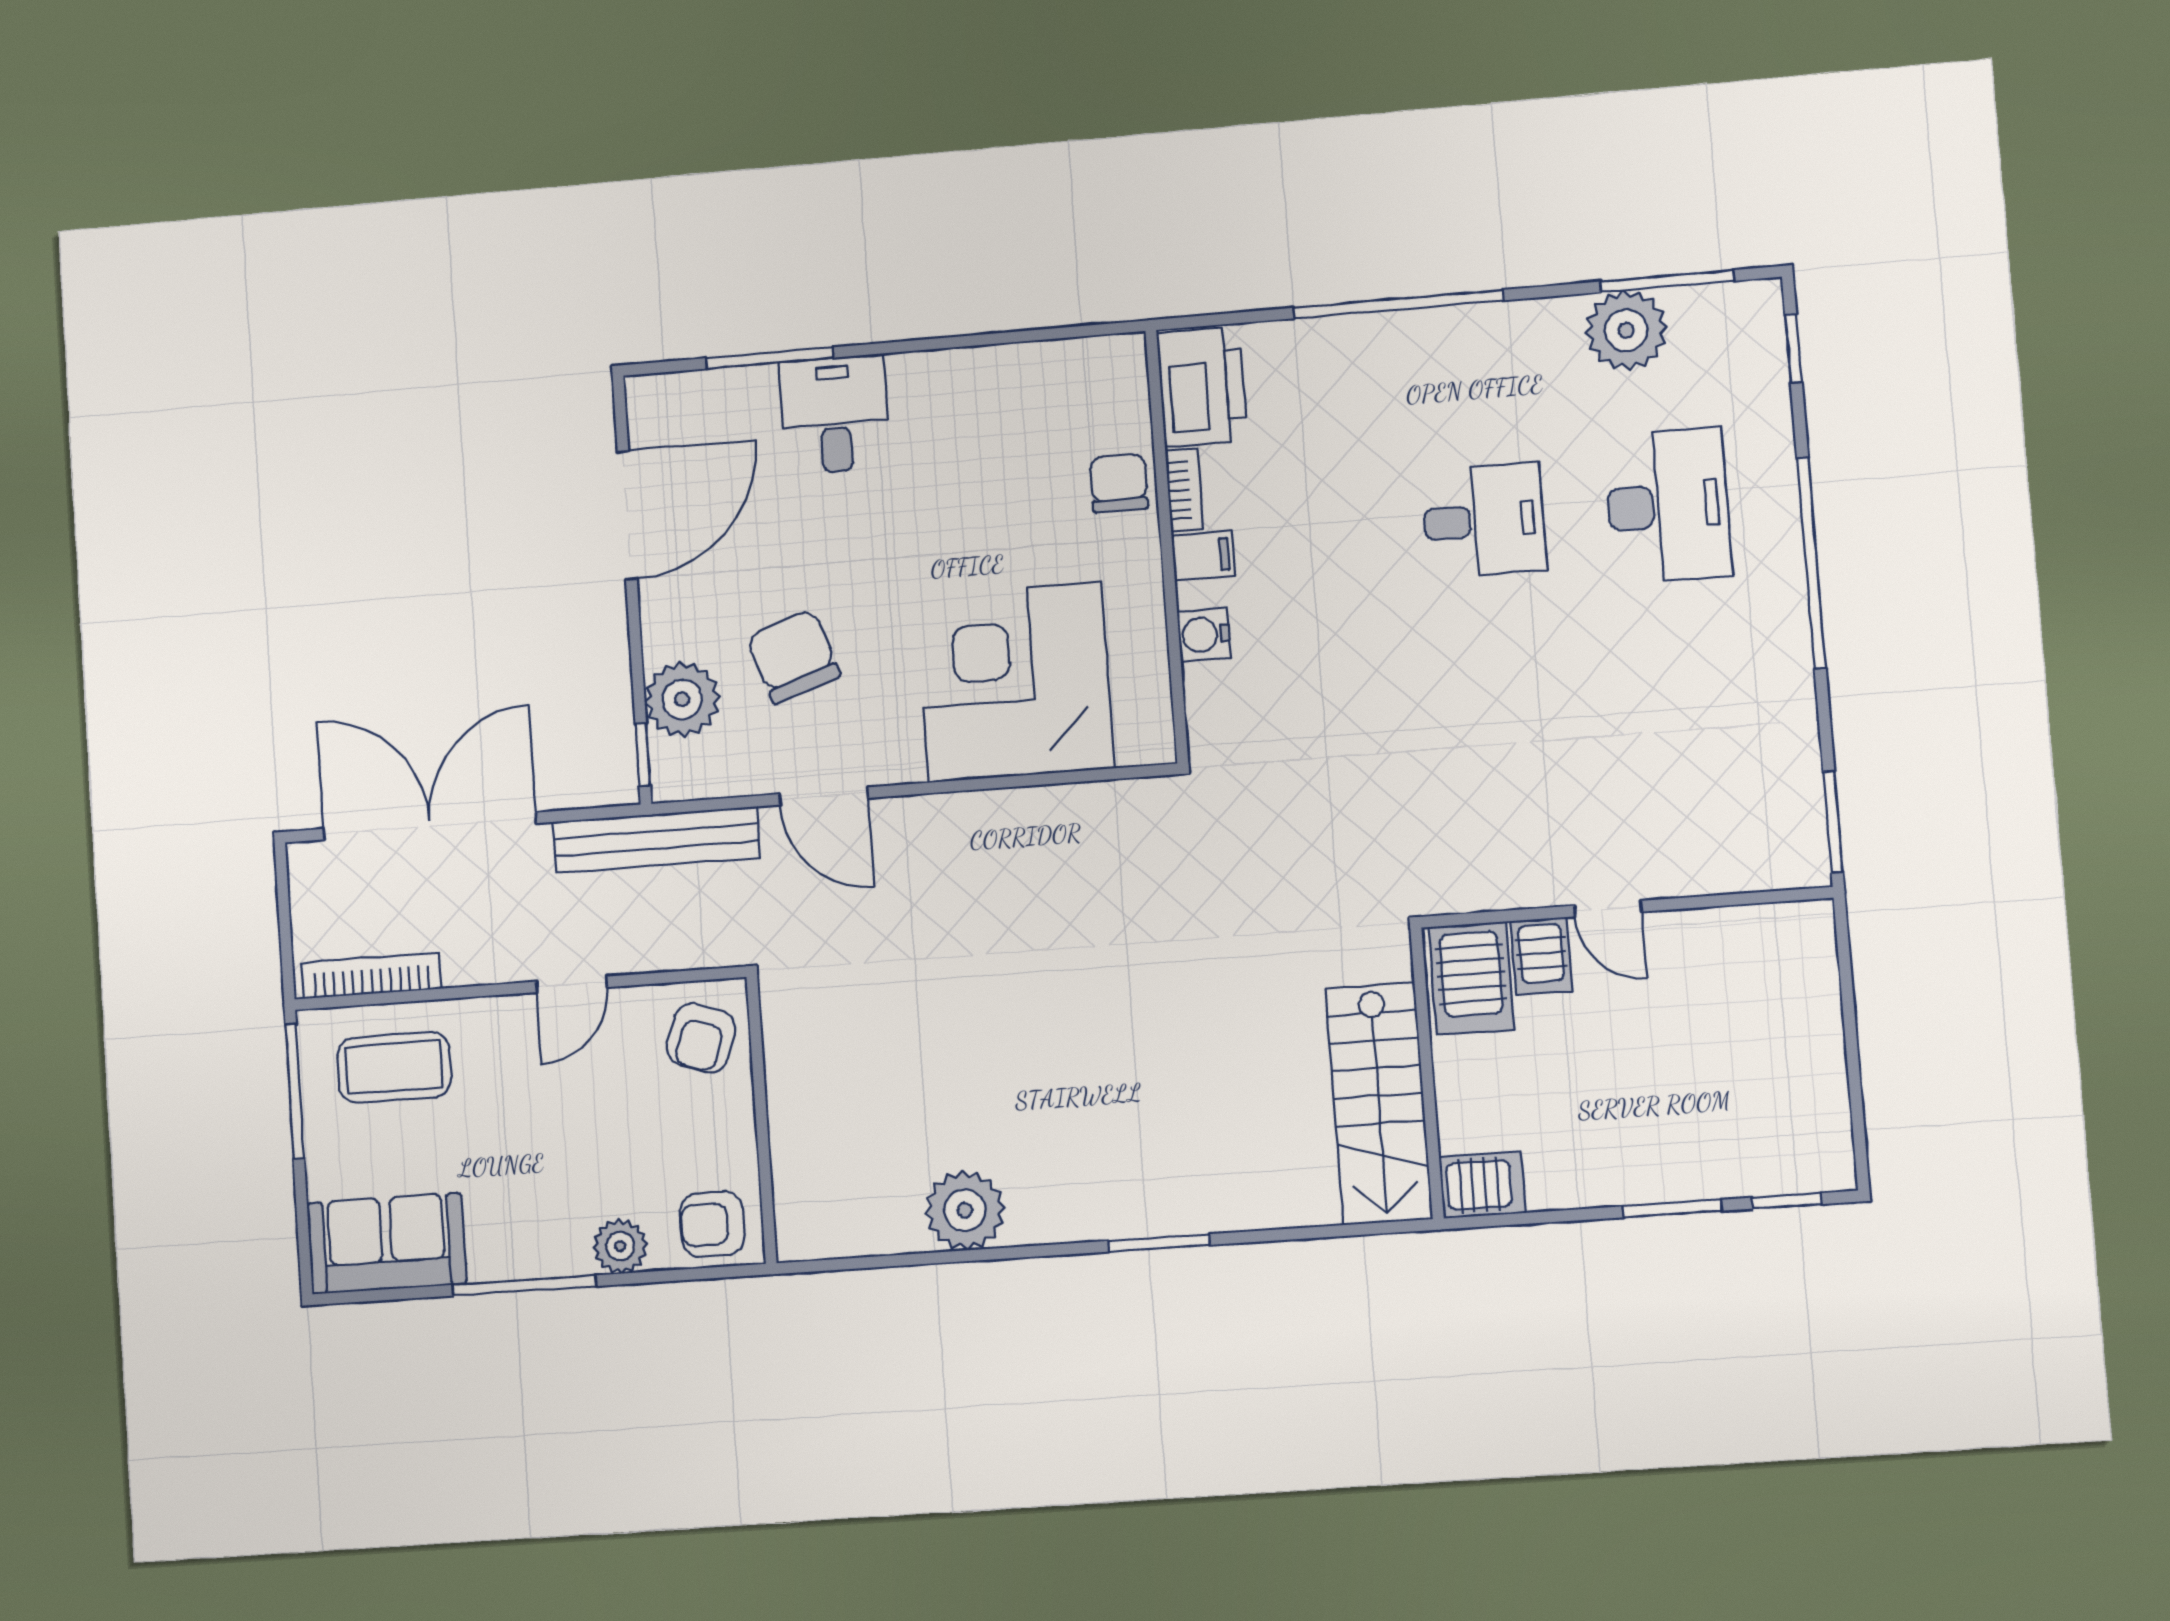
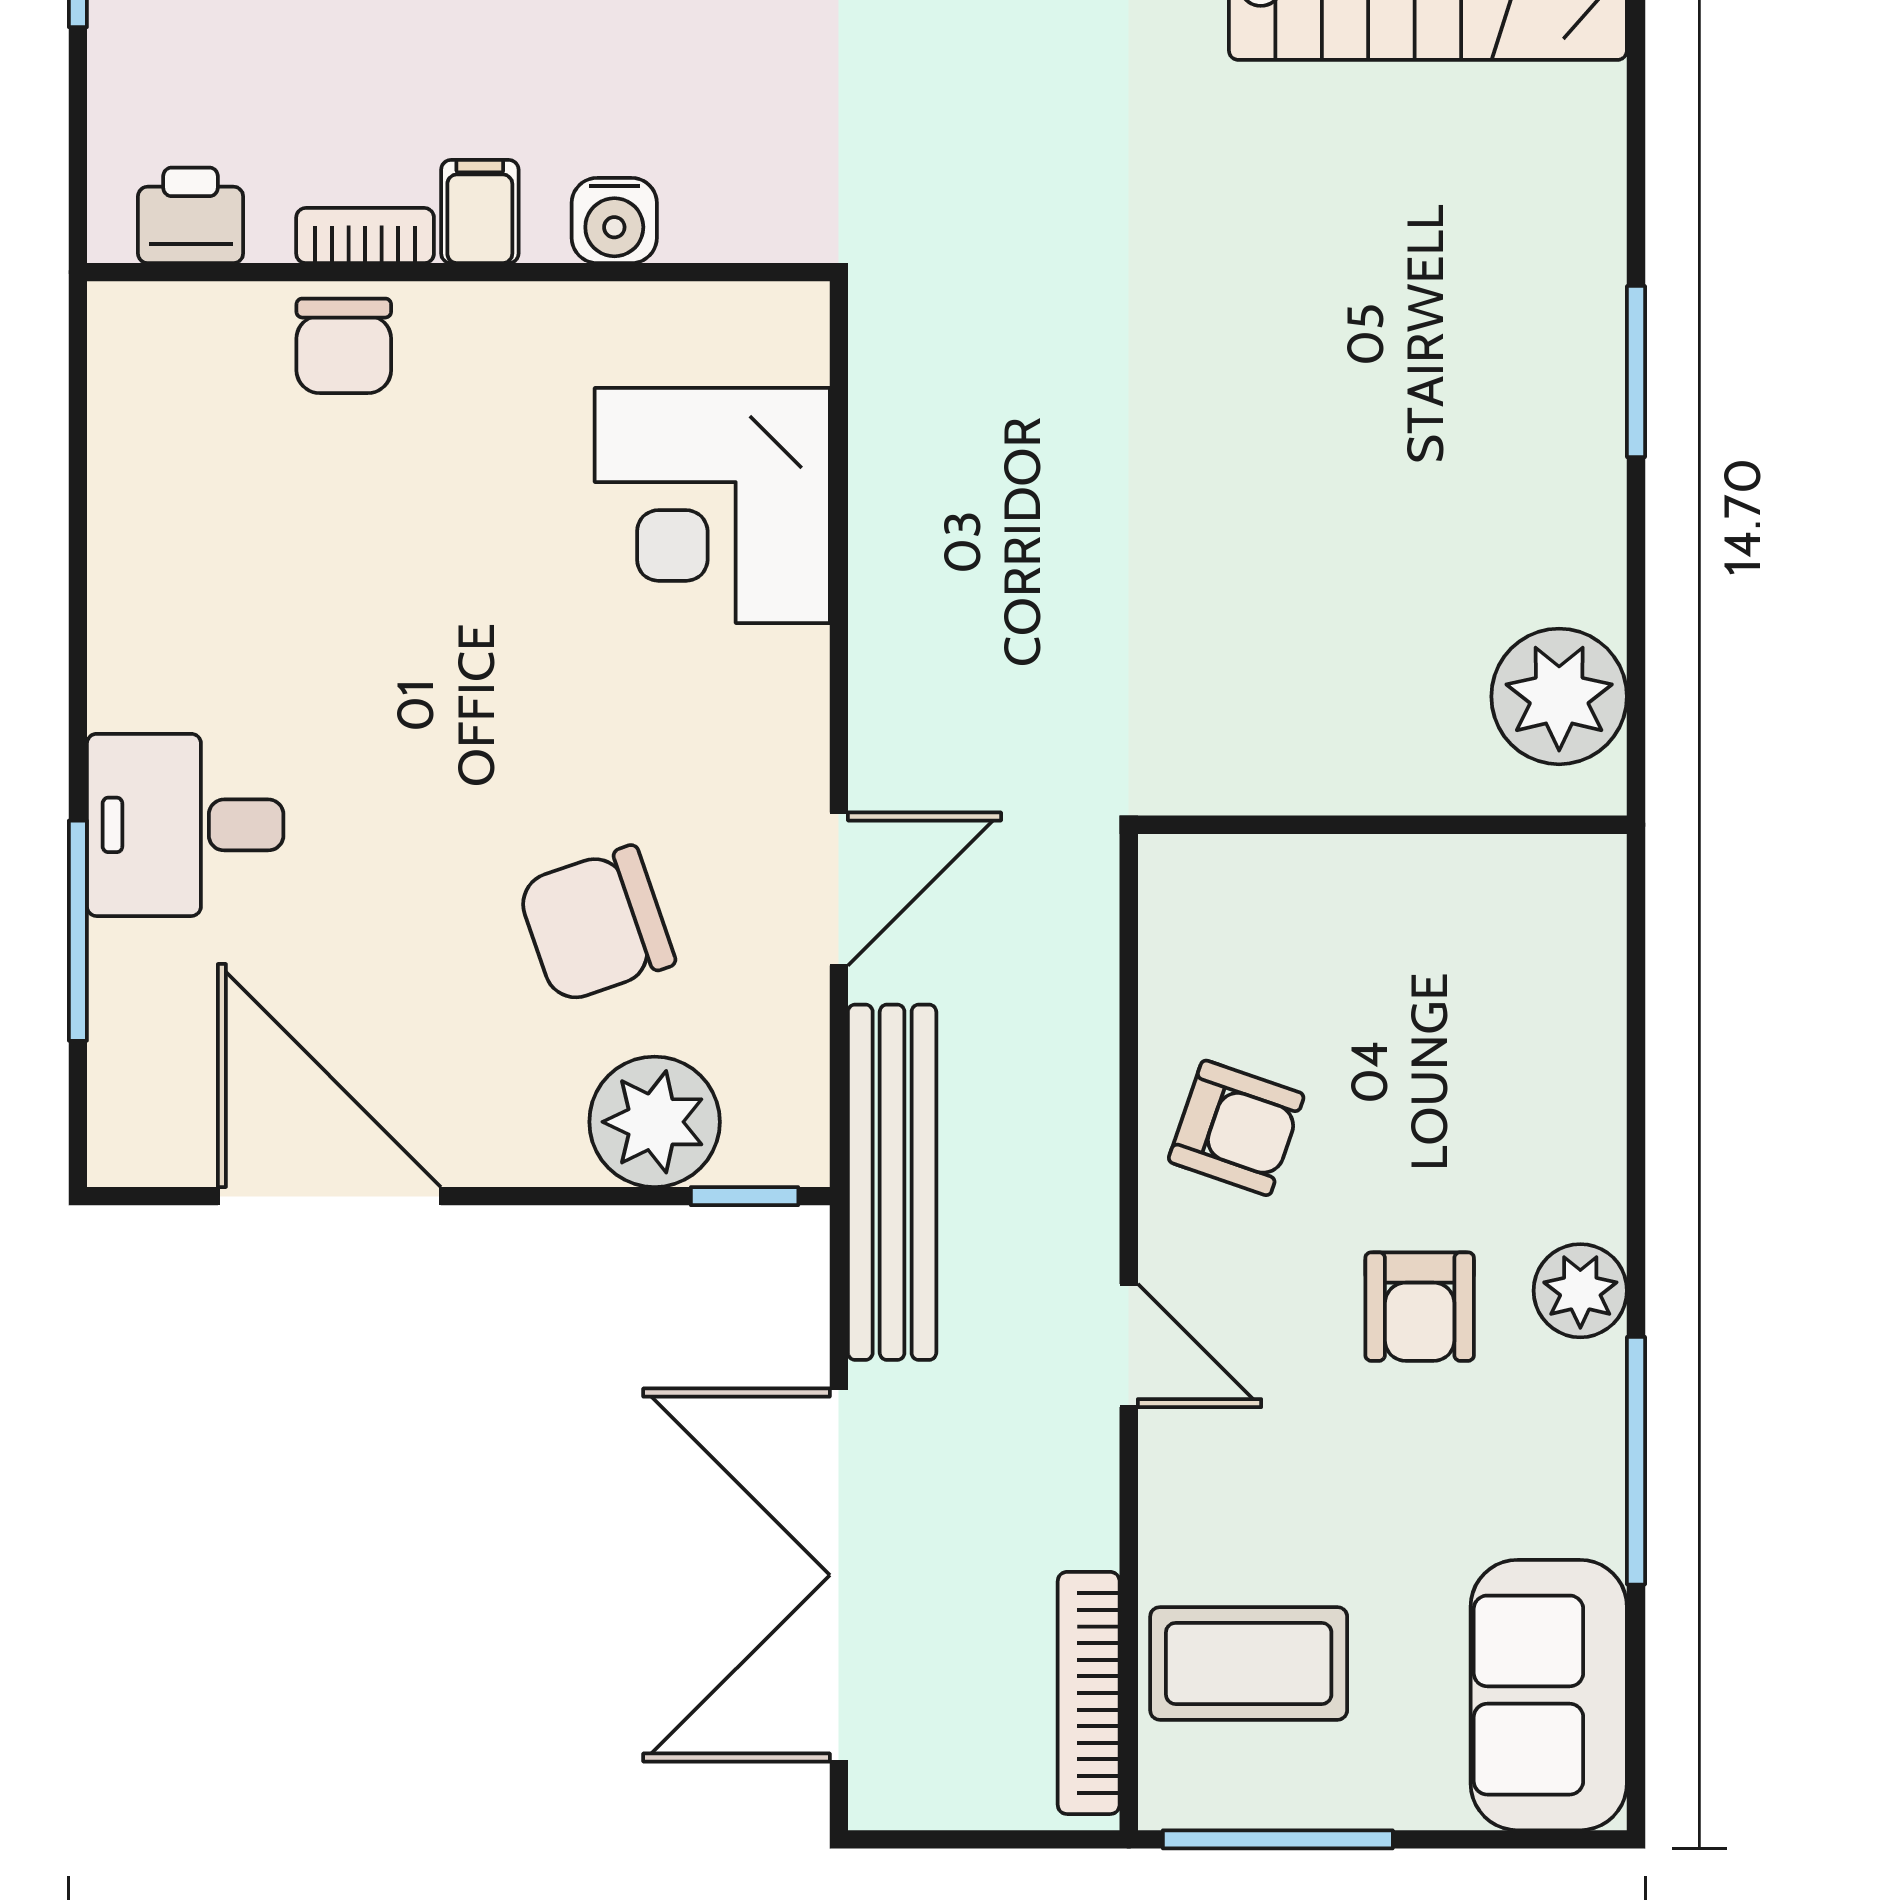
printer: (1202, 387) -> (191, 215), width x0.53, depth x0.68
chair: (1119, 483) -> (344, 346), turned -90
corner desk: (1015, 682) -> (712, 506), width x0.74, depth x0.74
coffee table: (394, 1067) -> (1249, 1663), turned 90
wall: (762, 1120) -> (1382, 825), moved
armchair: (712, 1224) -> (1420, 1307), moved

